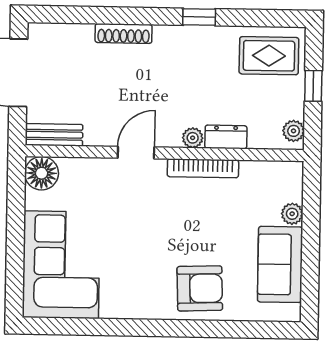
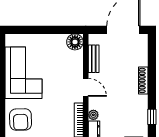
bench: (54, 135) -> (94, 59), moved
corner sofa: (61, 265) -> (23, 73), moved, turned -90

